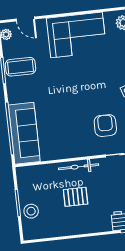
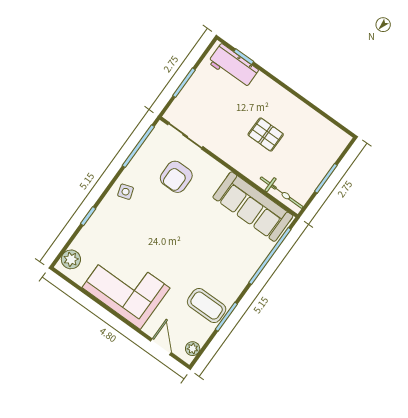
sofa: (24, 133) -> (253, 207), moved, turned -90
bicycle: (79, 167) -> (282, 193), moved
stool: (31, 211) -> (320, 159), removed

